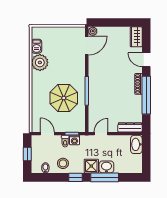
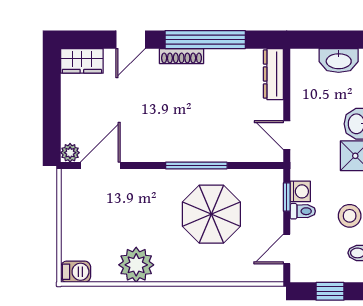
barbecue: (37, 46) -> (76, 272), moved
door: (87, 46) -> (100, 165), hinge flipped
washbasin: (136, 144) -> (339, 60), moved

